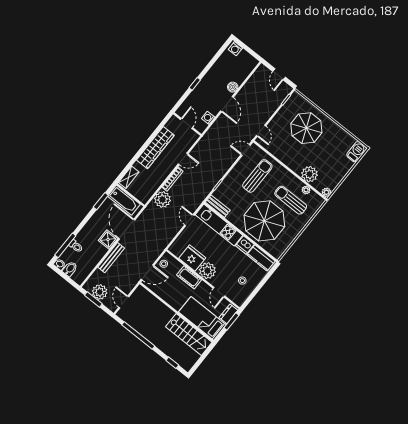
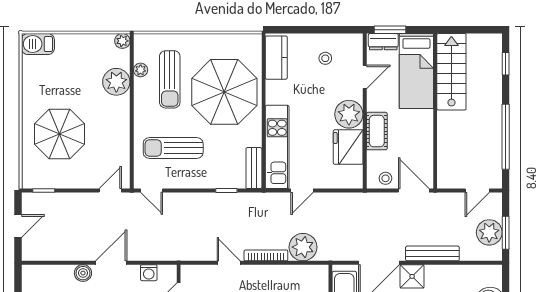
dishwasher: (245, 245) -> (276, 92), removed

